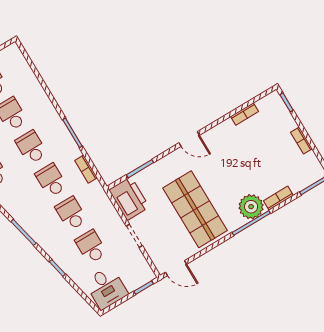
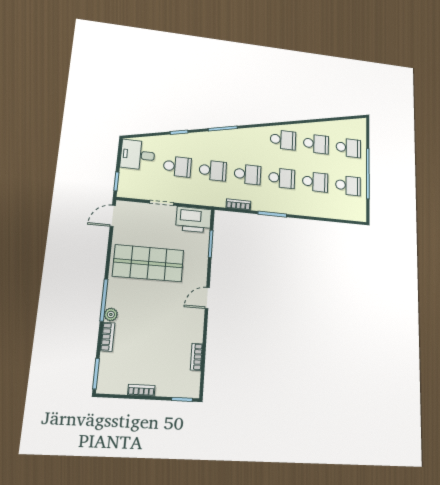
plant: (251, 207) -> (111, 314), width x0.53, depth x0.53

